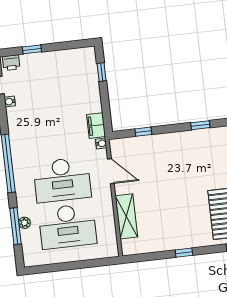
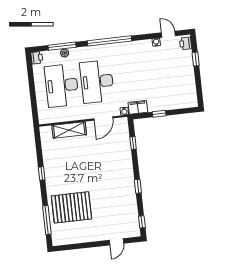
window: (102, 72) -> (159, 114), moved
printer: (31, 260) -> (37, 58), added

